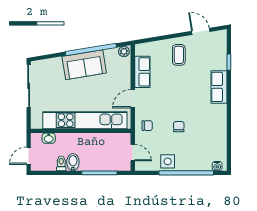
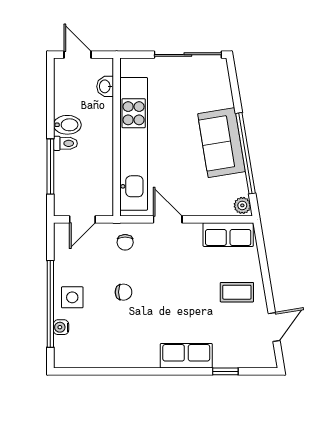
row of seats: (142, 72) -> (228, 235), moved
side table: (168, 161) -> (72, 297), moved
toilet: (61, 163) -> (65, 143), moved
water cooler: (217, 166) -> (61, 327), moved

